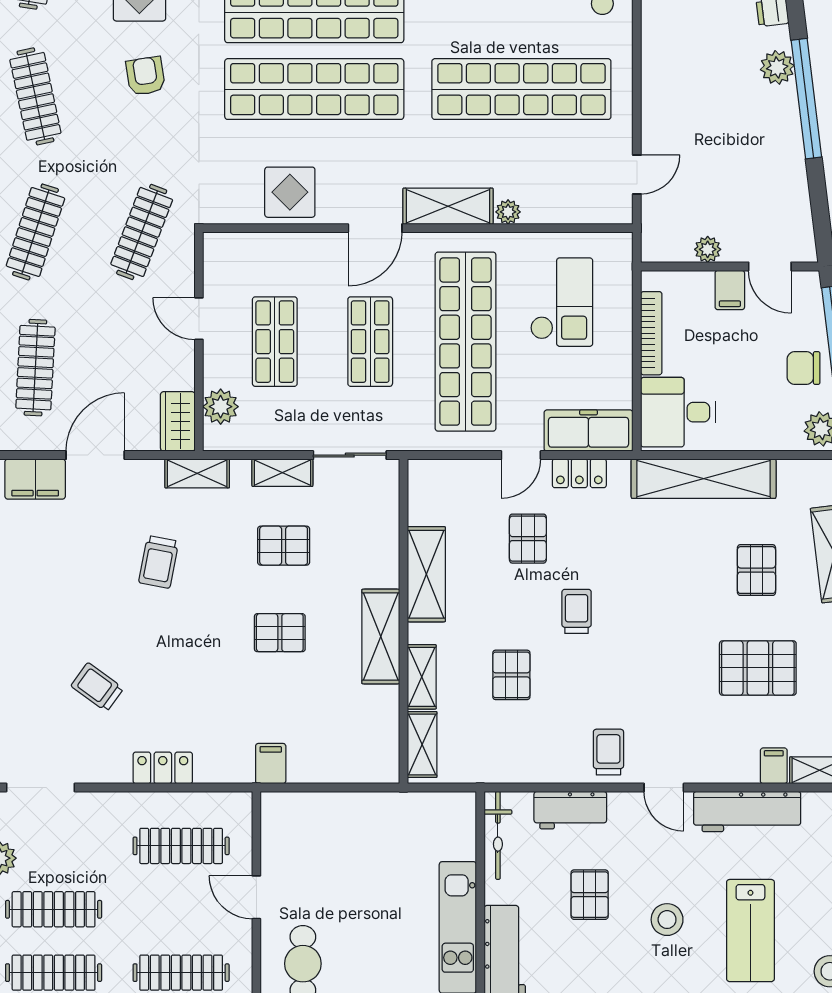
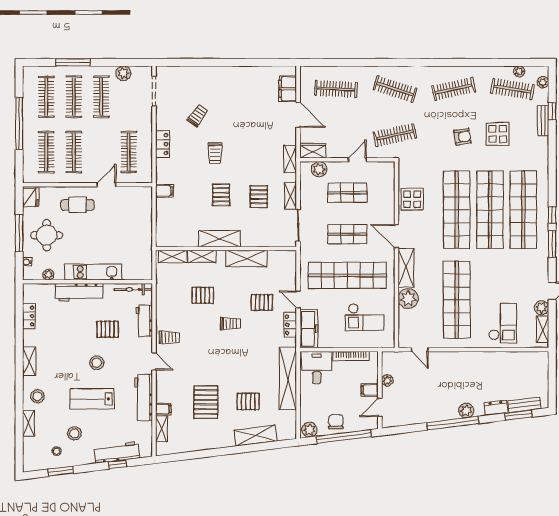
plant: (508, 212) -> (408, 299), width x1.88, depth x1.88
clothes rail: (142, 232) -> (395, 135), turned -33
trolley: (159, 562) -> (215, 153), moved, turned -101
door: (664, 788) -> (154, 361), swing flipped

